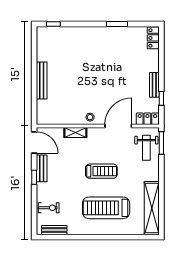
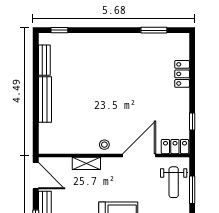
window: (117, 24) -> (154, 30), moved
locker: (153, 38) -> (182, 74), moved
bench: (154, 85) -> (44, 60), moved
window: (161, 143) -> (192, 190), moved

